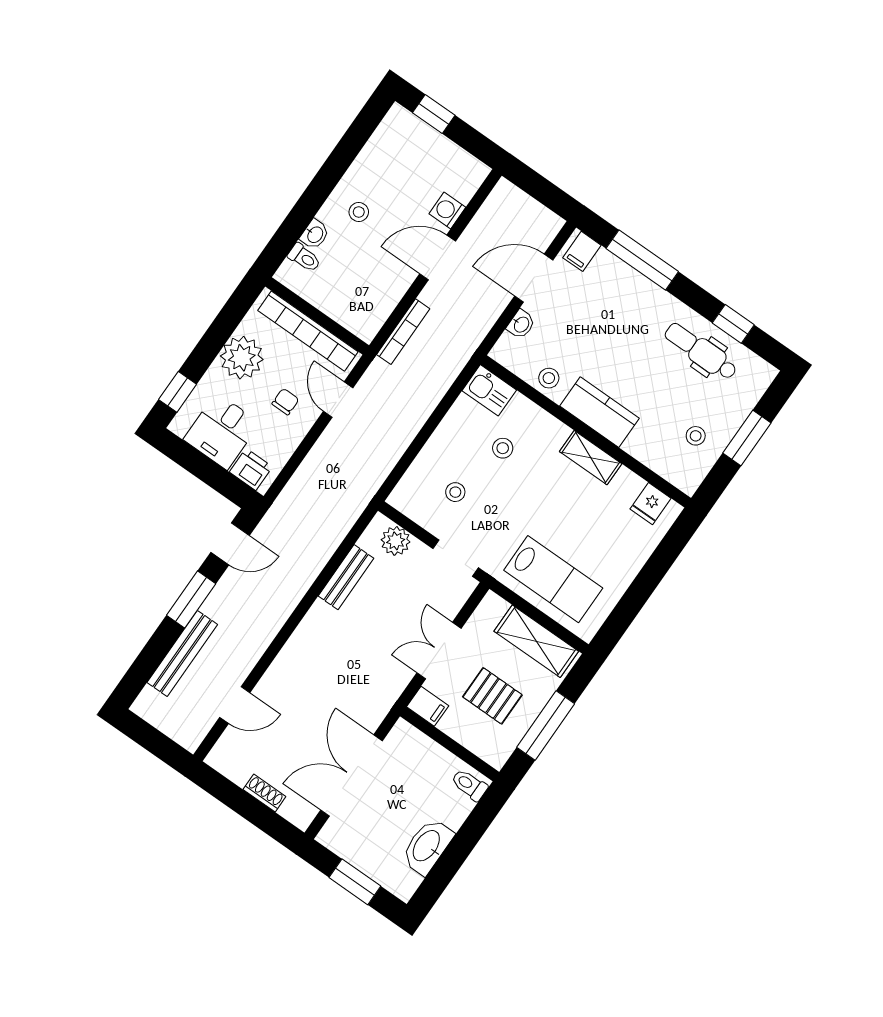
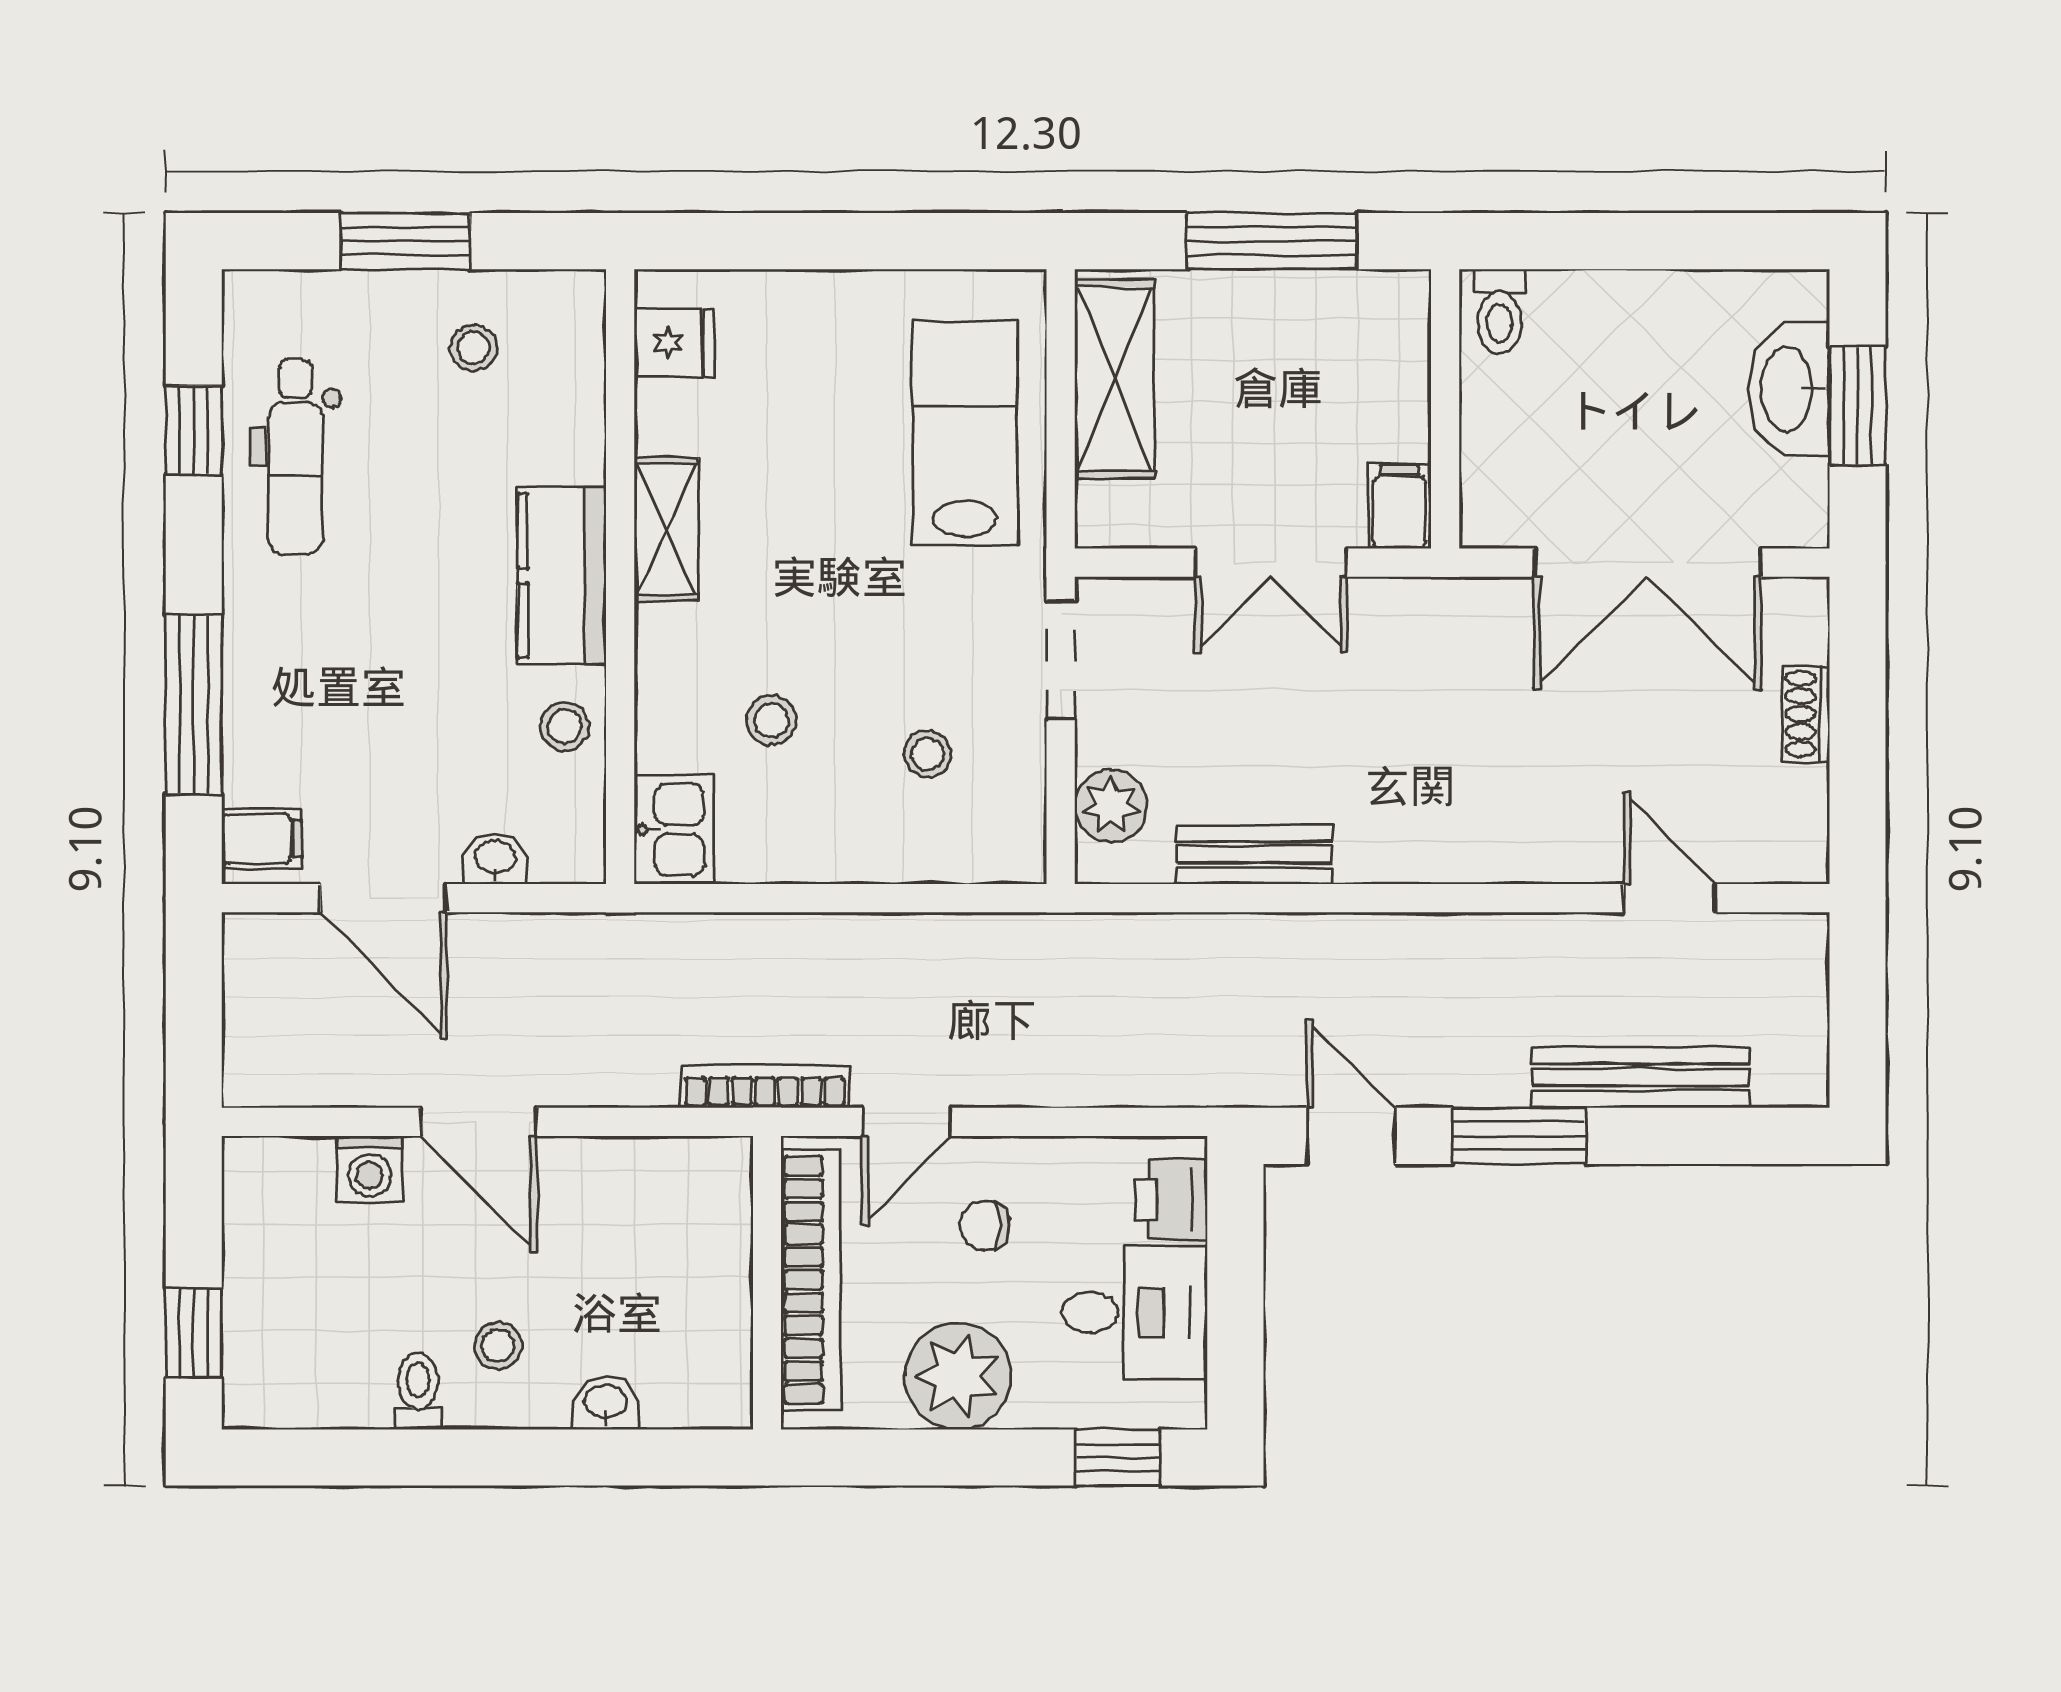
toilet: (304, 258) -> (418, 1391), moved
bookcase: (403, 332) -> (765, 1086), moved
pallet: (492, 696) -> (1287, 391), removed
washbasin: (427, 846) -> (1789, 389), moved, turned 90

